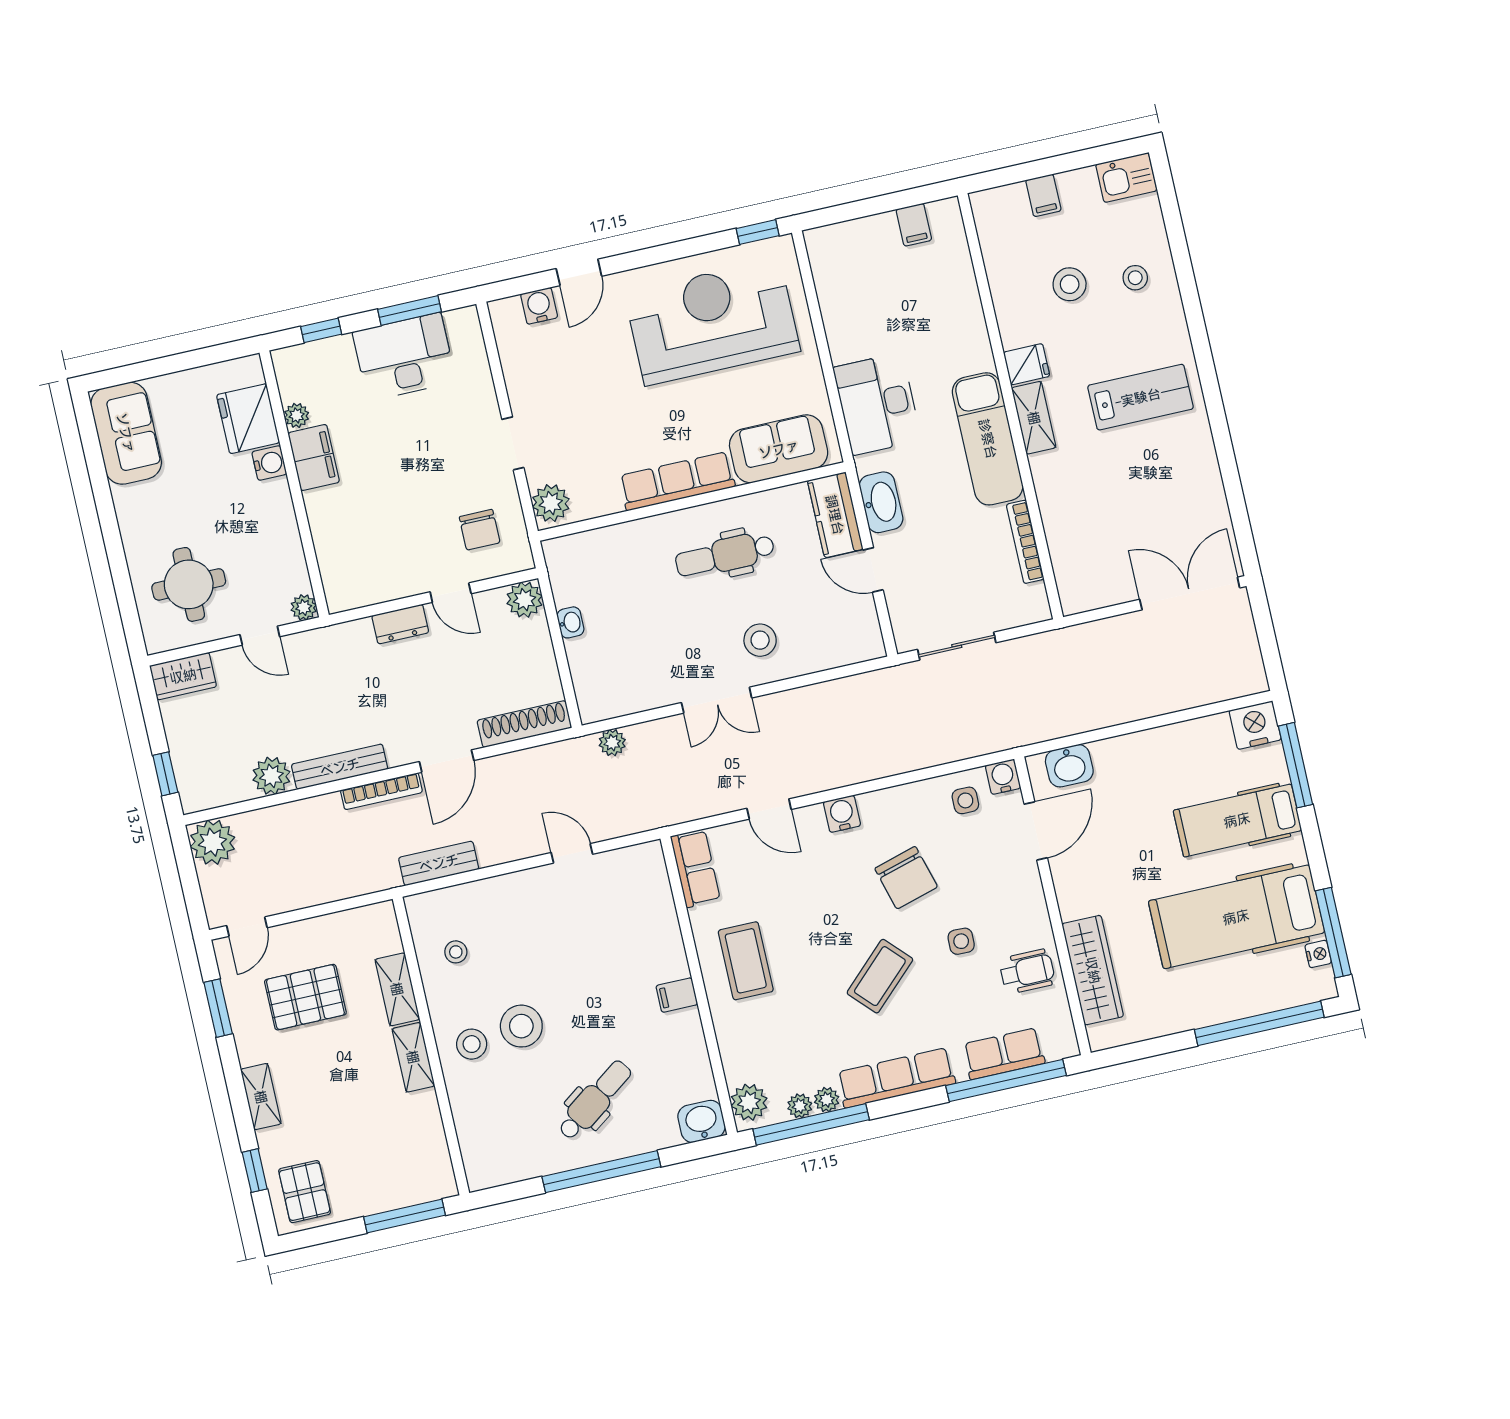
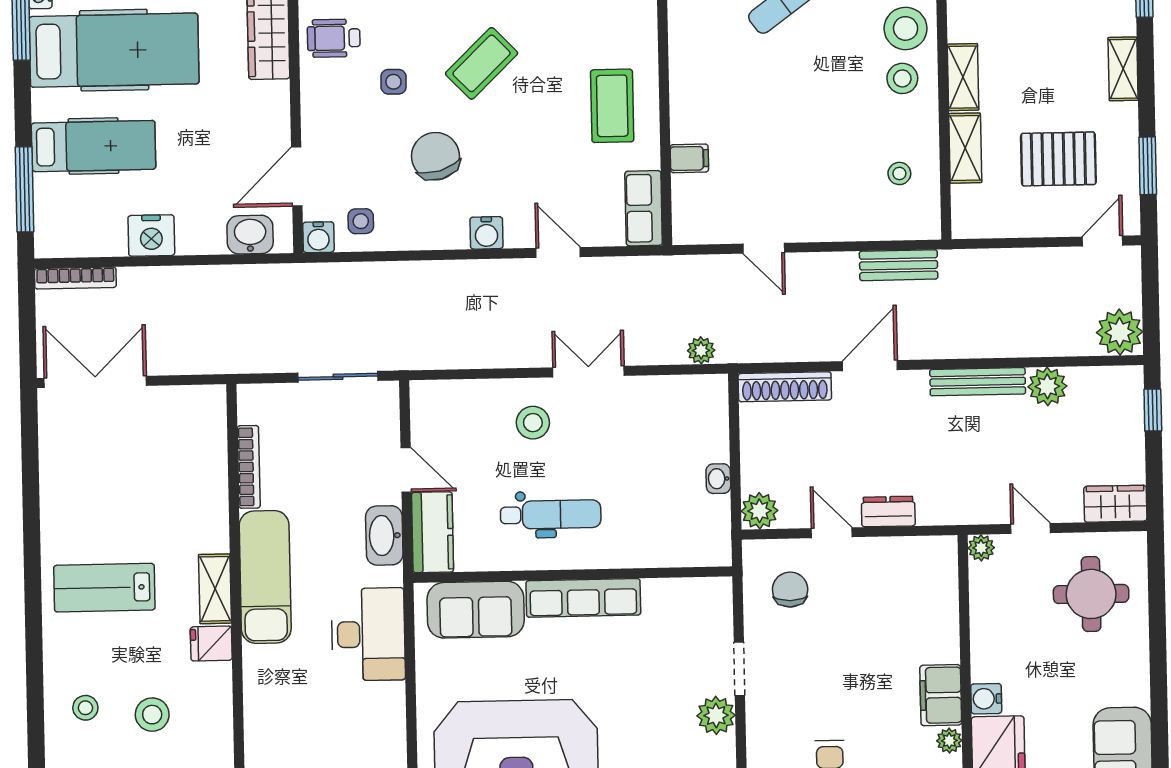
plant: (551, 503) -> (716, 715), moved
double door: (1190, 594) -> (95, 382), swing flipped
nightstand: (1255, 725) -> (151, 236), moved
bookcase: (381, 791) -> (75, 278), moved, turned 180
filing cabinet: (677, 995) -> (689, 158), moved
stool: (521, 1026) -> (906, 28), moved

